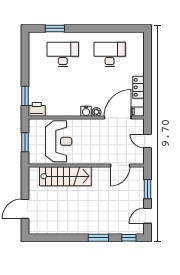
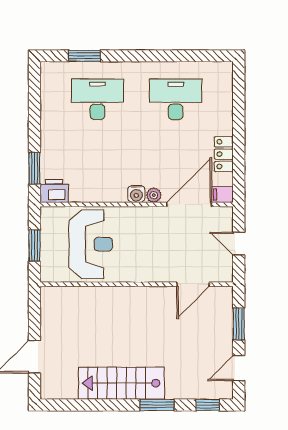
stairs: (65, 176) -> (121, 383), moved, turned 180

